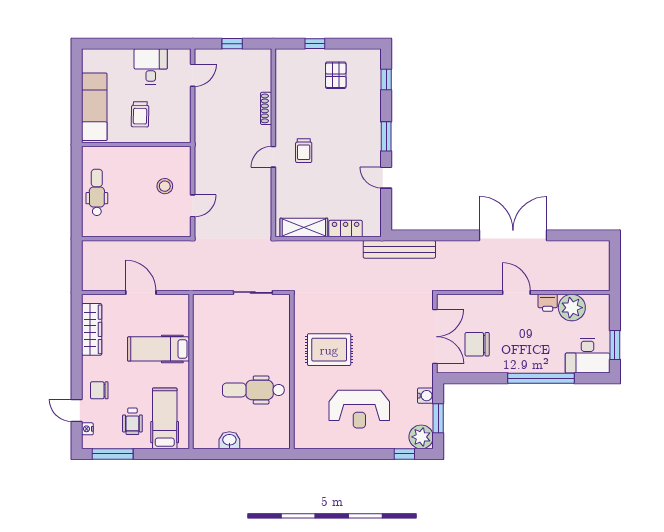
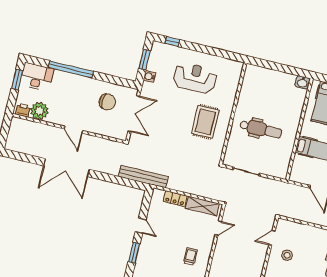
door: (273, 157) -> (218, 228), moved
printer: (548, 303) -> (23, 110), moved
double door: (435, 337) -> (134, 114), swing flipped
rug: (329, 350) -> (205, 122), turned 90
dental chair: (253, 390) -> (261, 129), moved
plant: (421, 437) -> (159, 50), removed
washbasin: (229, 440) -> (302, 82), moved

